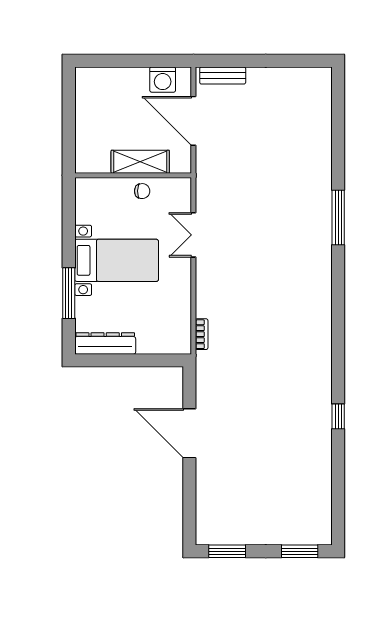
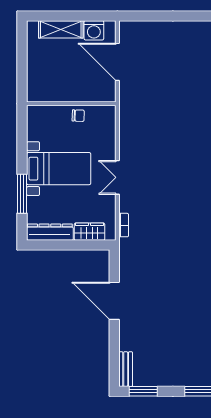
bench: (223, 75) -> (126, 369), moved, turned 90
shelving: (140, 162) -> (61, 29), moved
double door: (193, 235) -> (117, 177), moved
wardrobe: (157, 343) -> (90, 232), added

